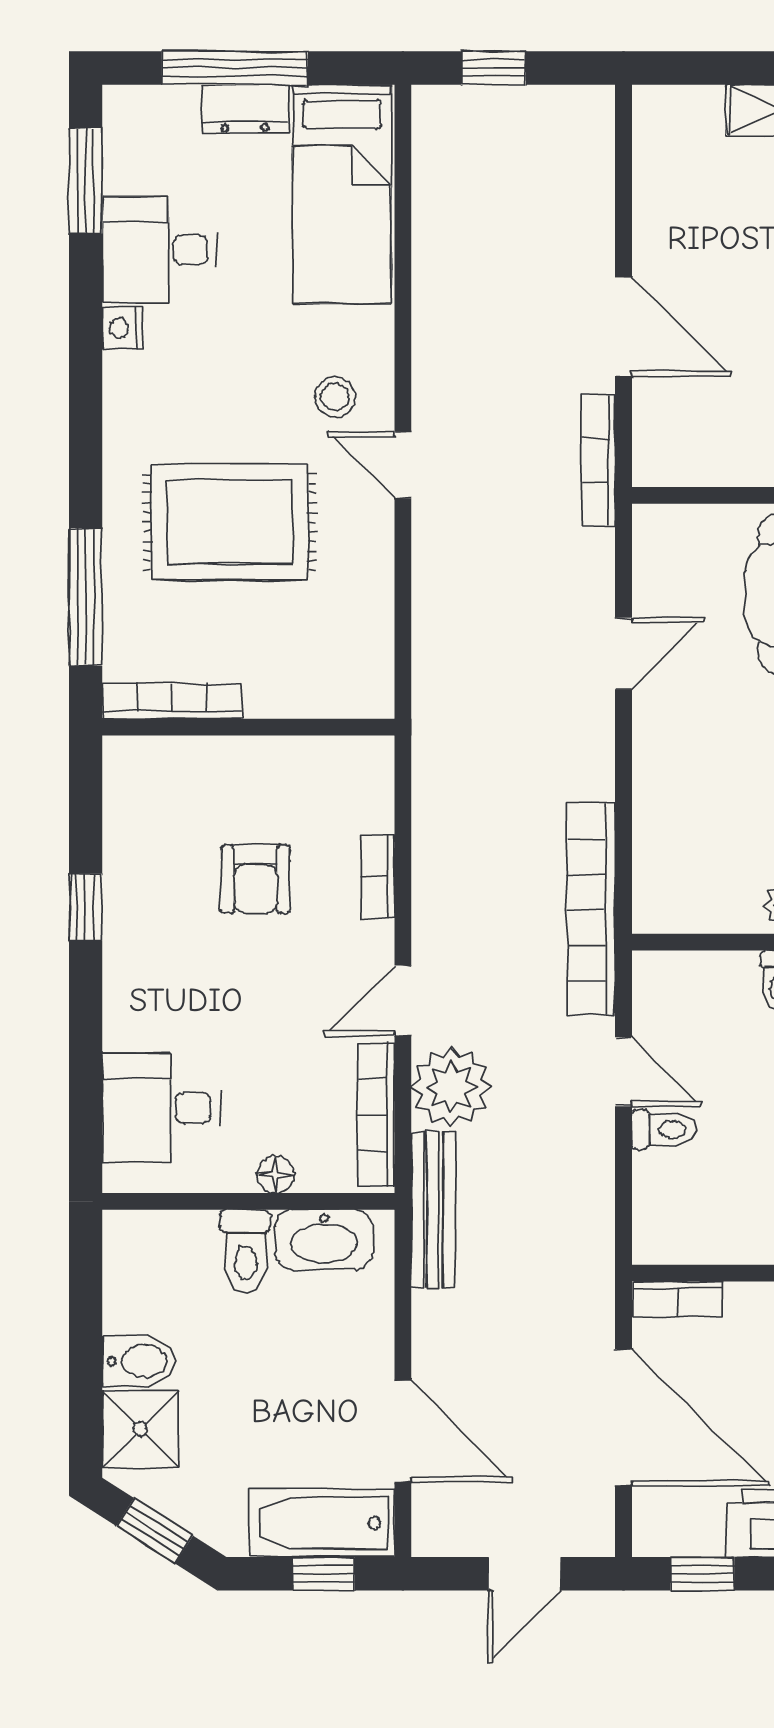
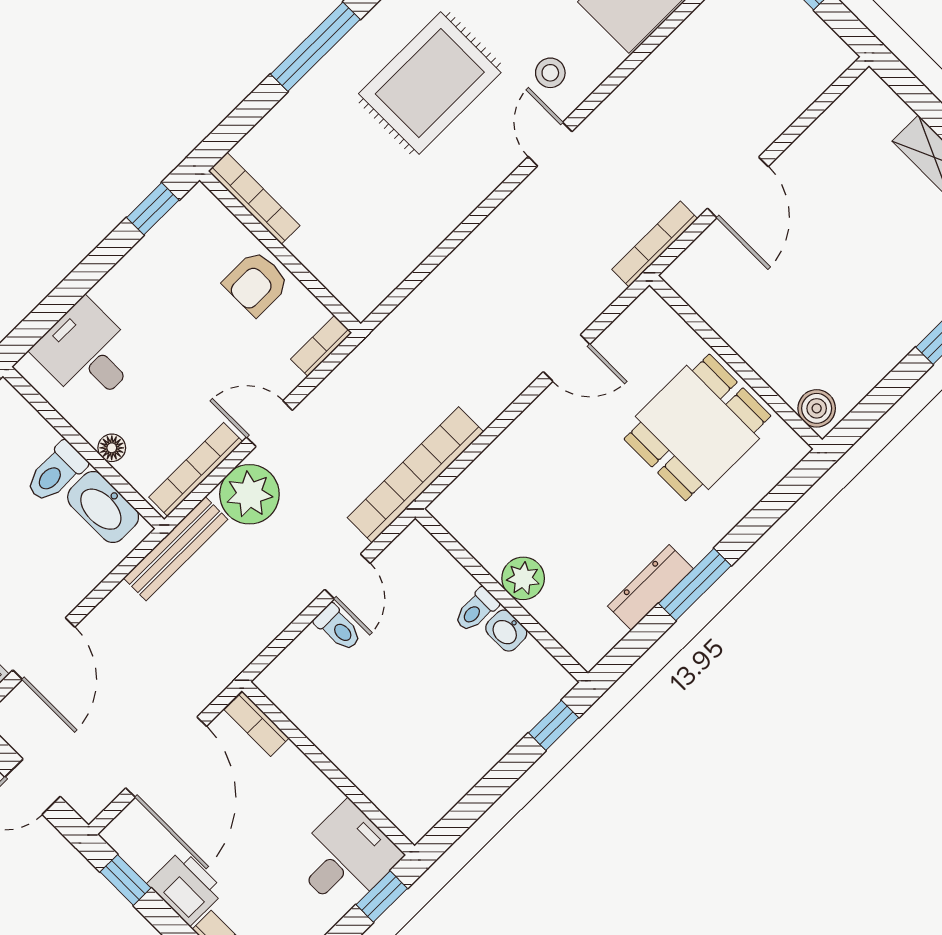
rug: (230, 522) -> (430, 83), turned 90
bookcase: (172, 701) -> (254, 198), moved
wall: (248, 727) -> (280, 252), moved

